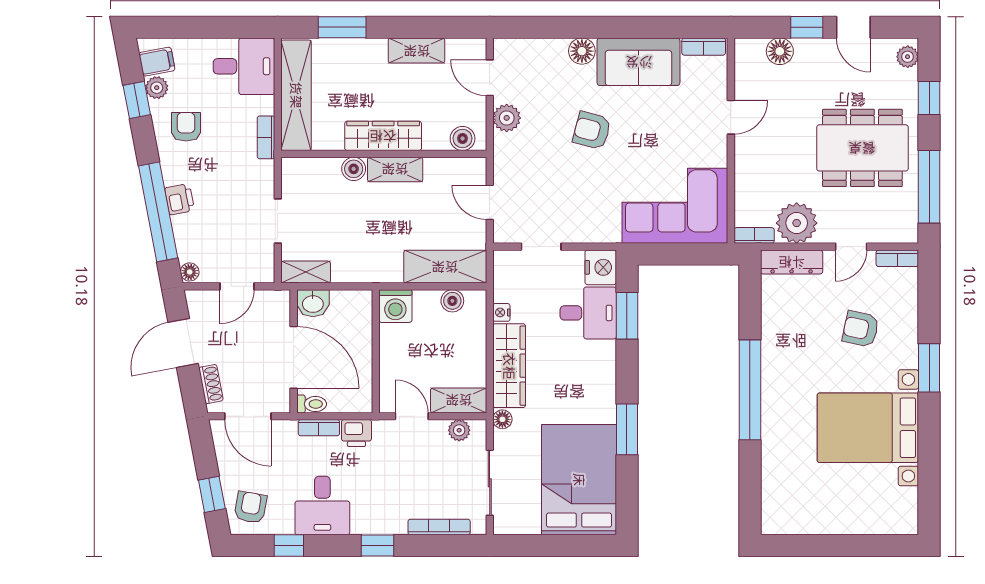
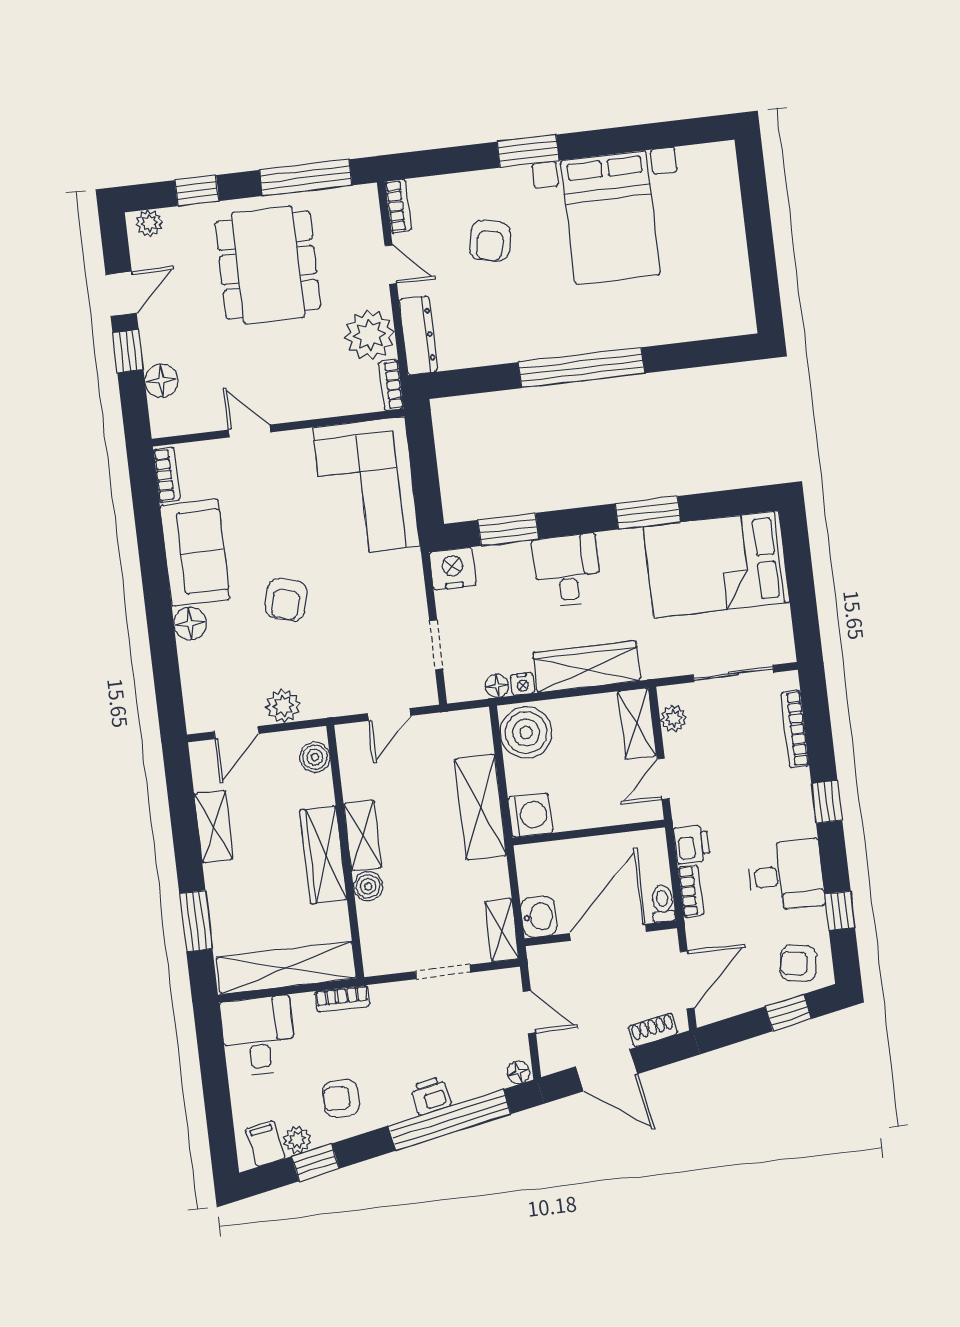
shelving: (445, 267) -> (480, 807), moved
boiler: (452, 301) -> (526, 733), width x1.86, depth x1.86
desk: (588, 313) -> (567, 571), moved
floor lamp: (502, 419) -> (497, 686), moved

